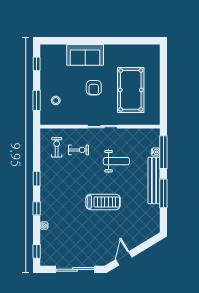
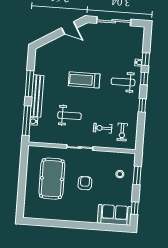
sofa: (85, 55) -> (114, 215), moved
weight bench: (116, 161) -> (69, 116), turned 180
weight bench: (60, 203) -> (123, 82), added
window: (37, 251) -> (146, 59), moved
door: (124, 258) -> (69, 28), hinge flipped

